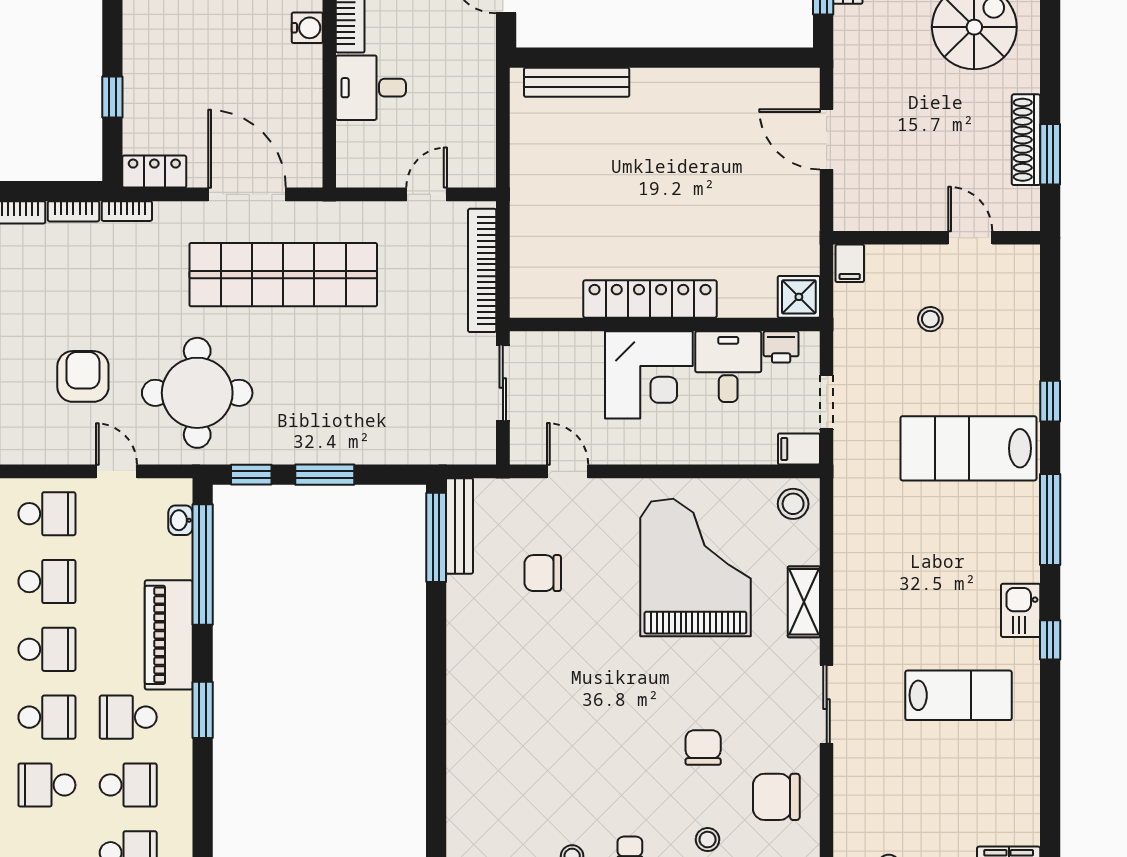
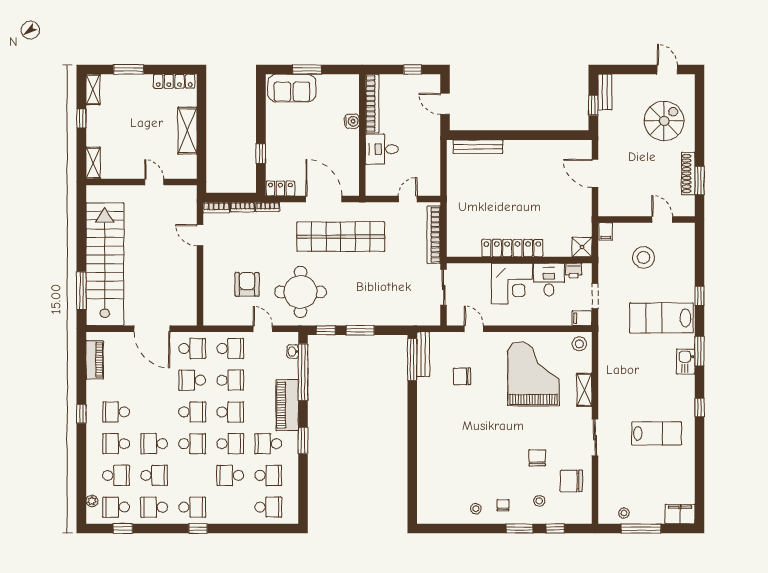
stool: (930, 319) -> (643, 257), width x1.89, depth x1.89
window: (1050, 519) -> (699, 351), width x0.69
kitchen sink: (1021, 610) -> (686, 362), moved

